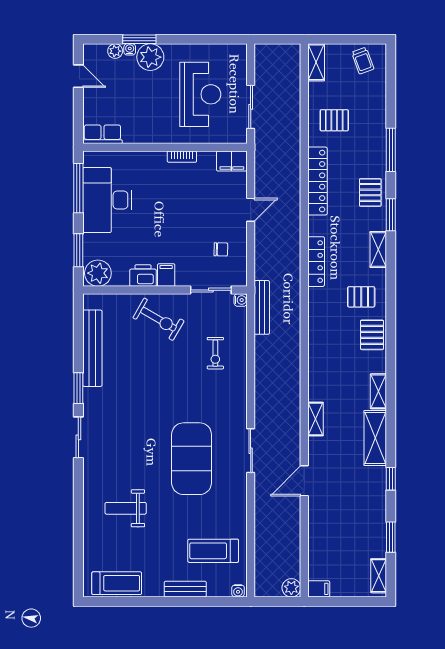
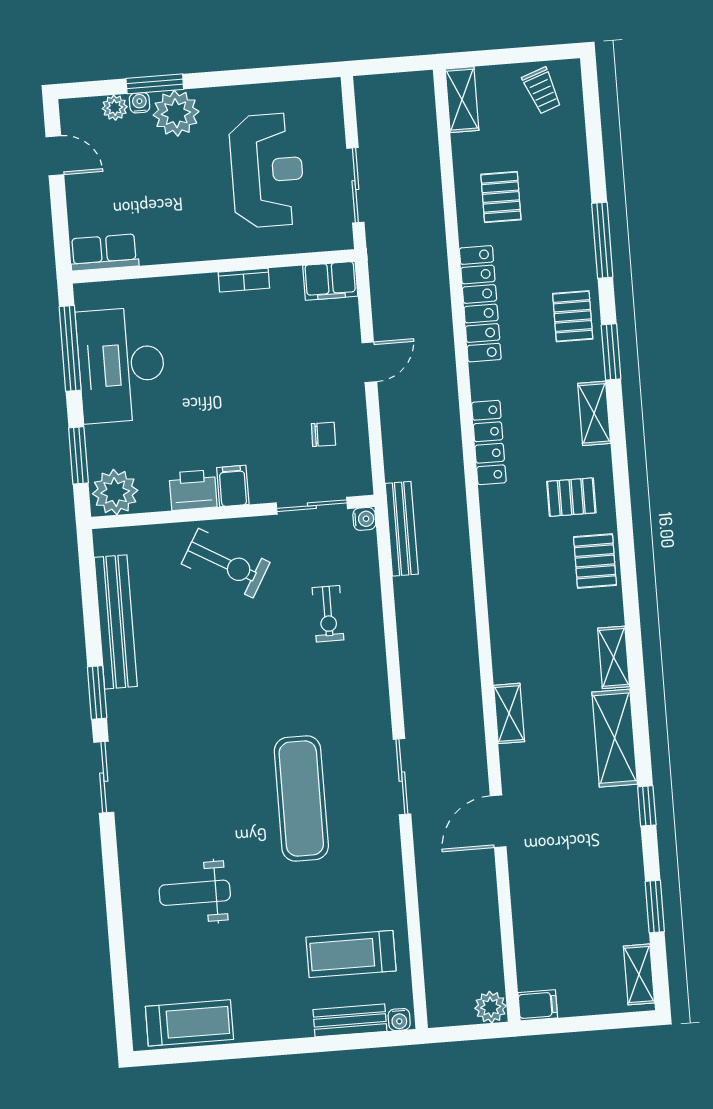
pallet: (334, 120) -> (501, 197), turned 90
exercise mat: (192, 459) -> (301, 799), width x0.68
bench: (185, 589) -> (350, 1020), moved

